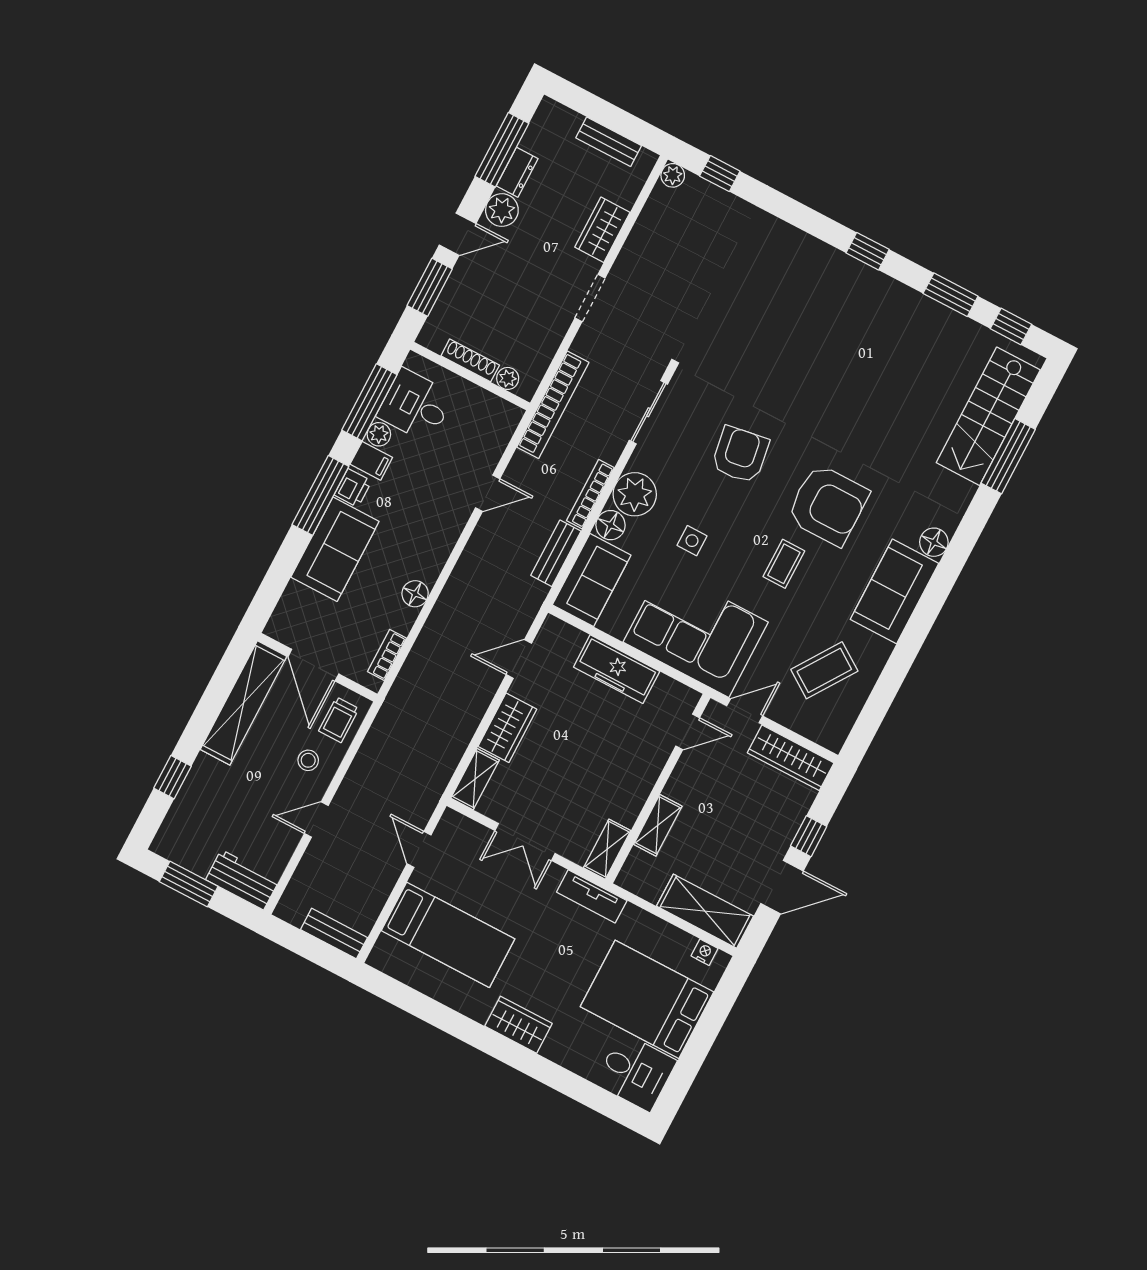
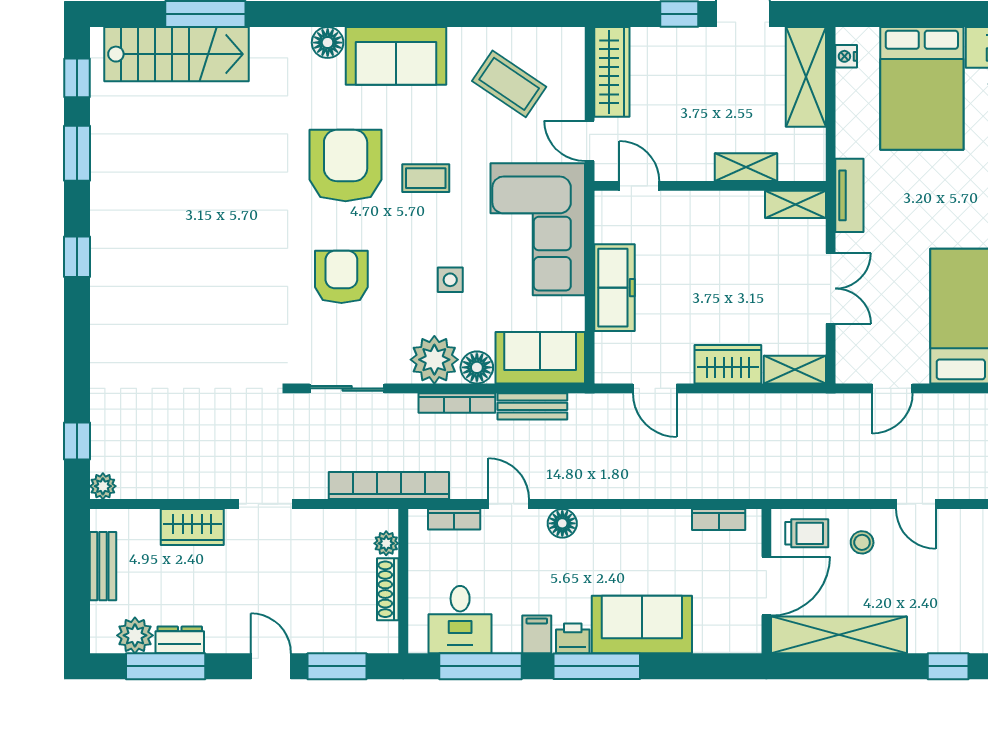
plant: (502, 210) -> (135, 635), moved
plant: (379, 434) -> (507, 641), removed
bookcase: (498, 443) -> (454, 519), added
armchair: (740, 455) -> (341, 277), turned 99
floor lamp: (415, 594) -> (562, 523), moved

